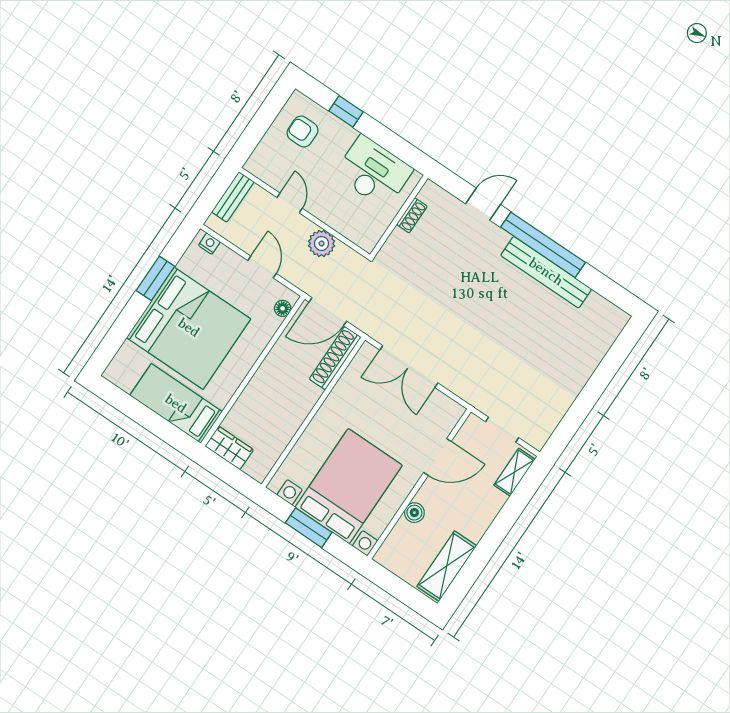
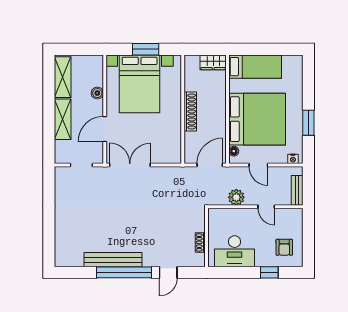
armchair: (303, 132) -> (284, 247), turned 90
bed: (189, 328) -> (257, 119), moved, turned 180
shoe rack: (335, 358) -> (190, 111), moved
double door: (409, 366) -> (130, 165), moved
shelving: (514, 472) -> (63, 119), moved, width x1.50, depth x1.33

